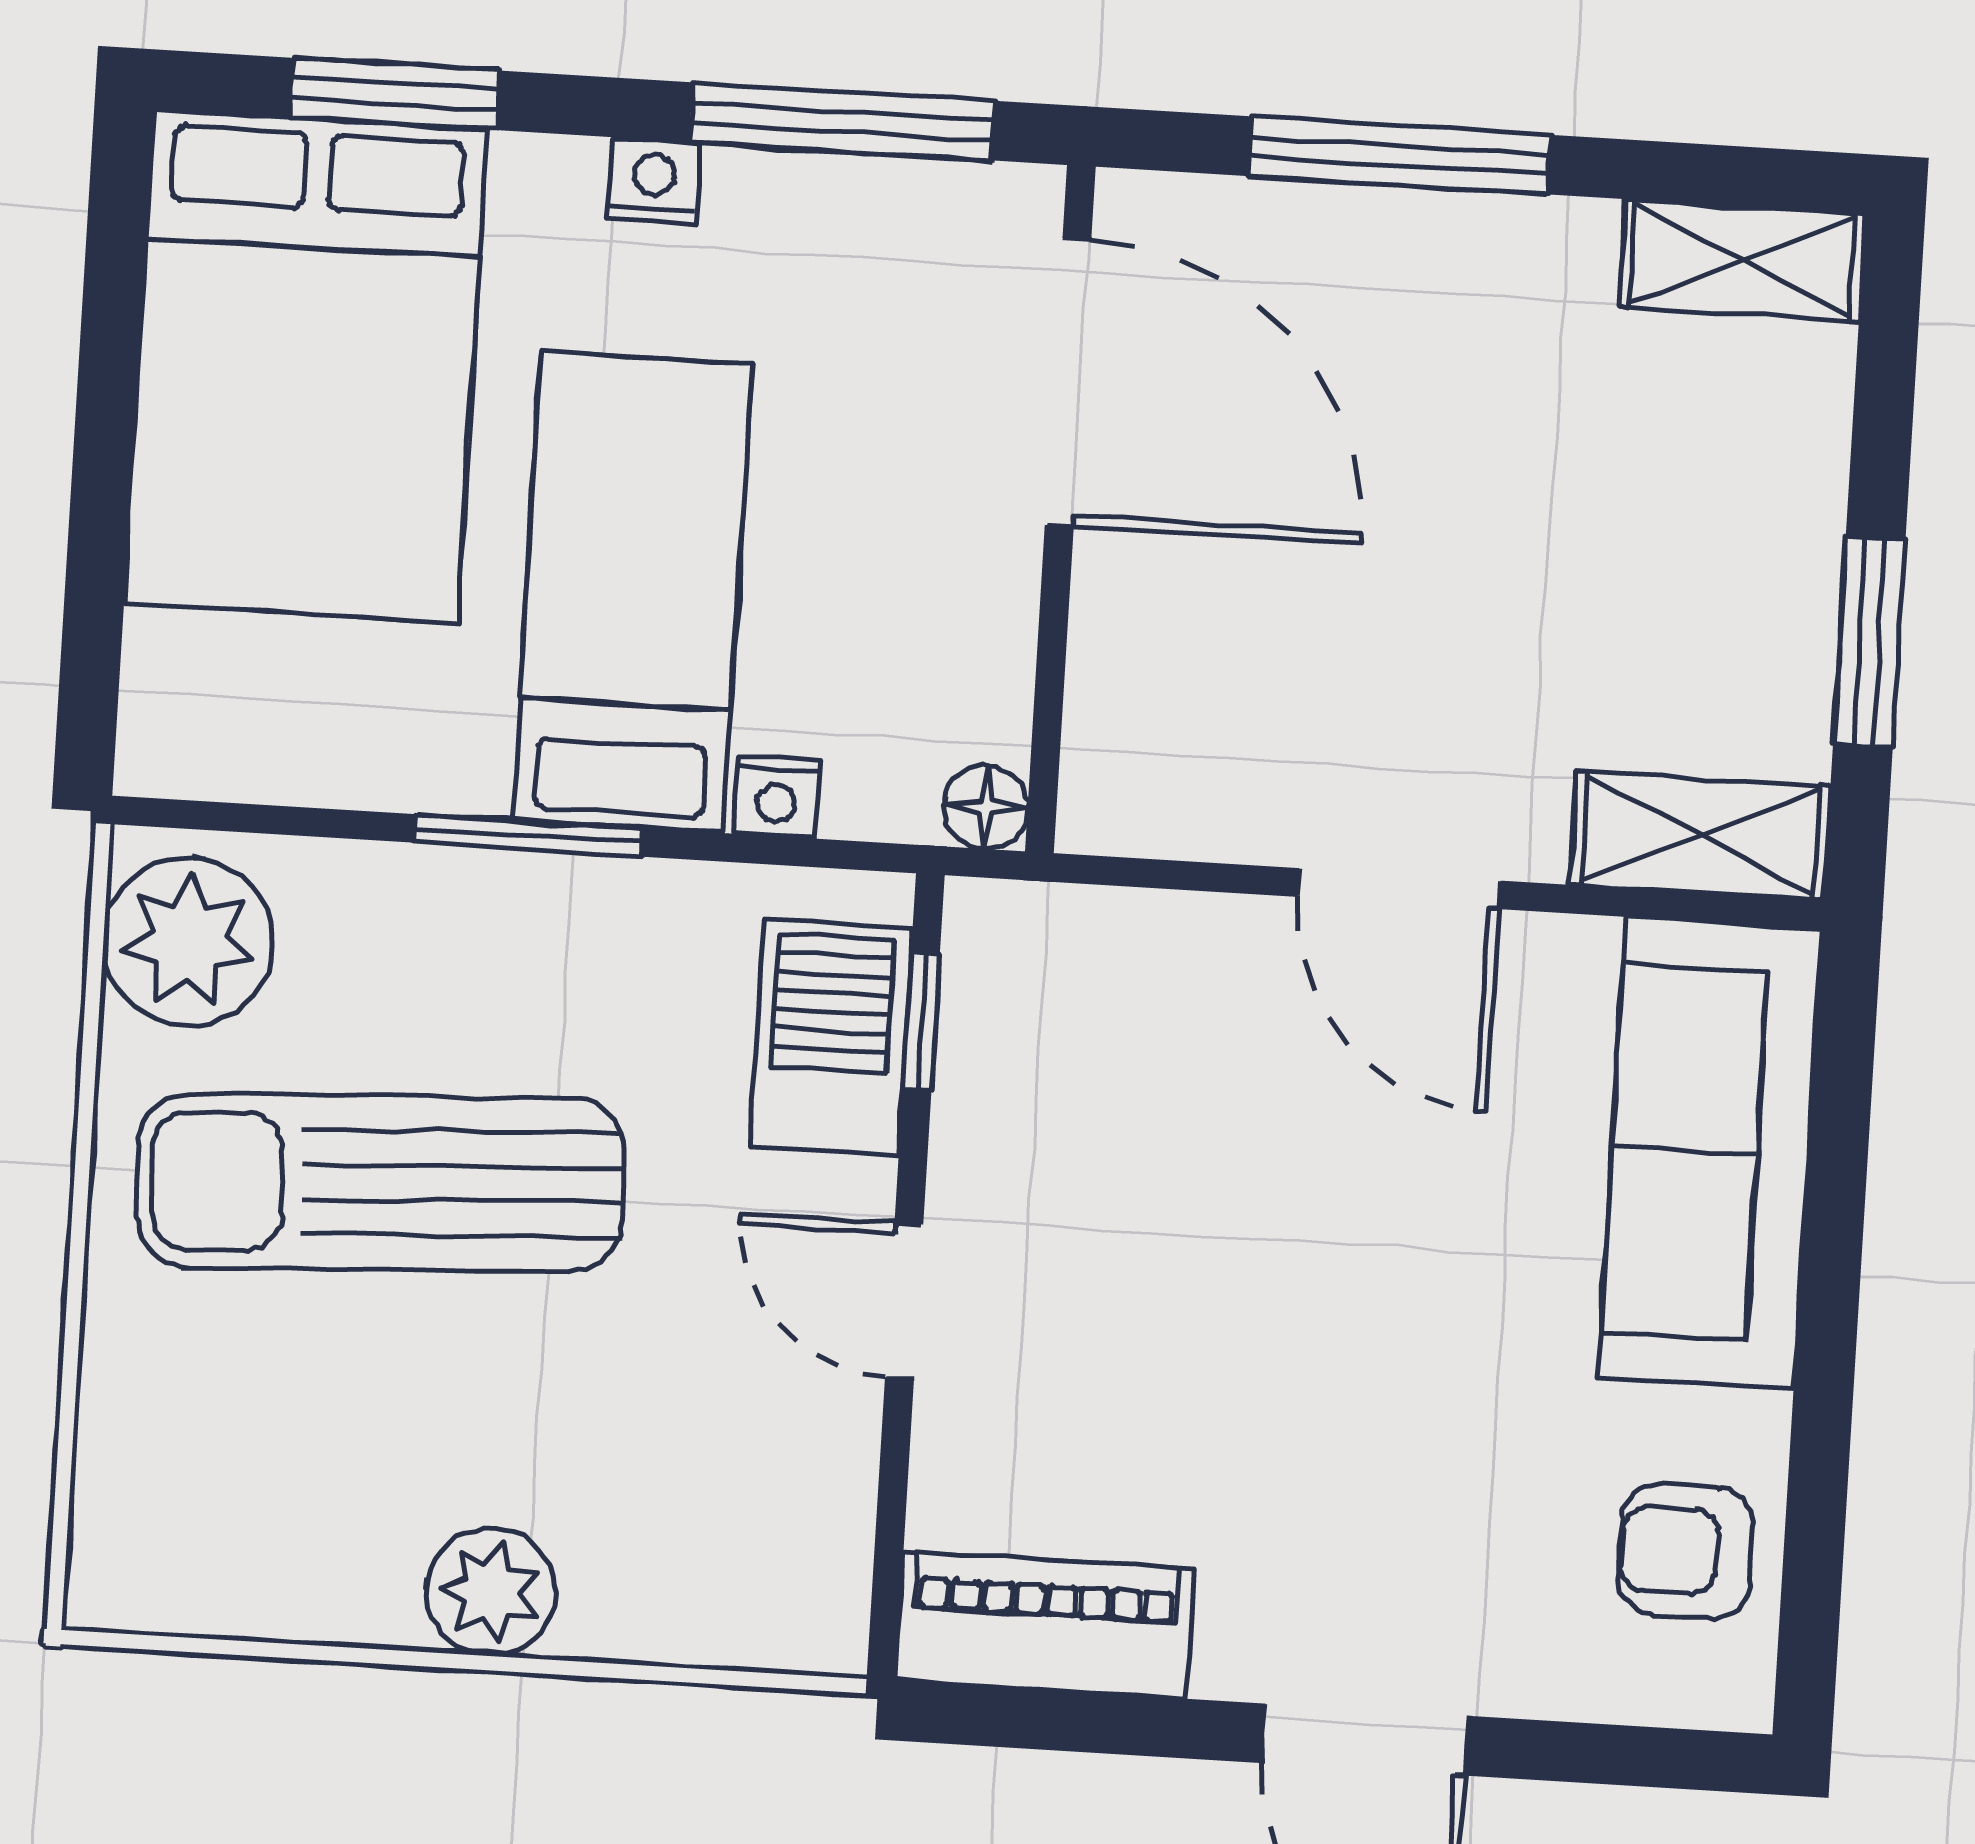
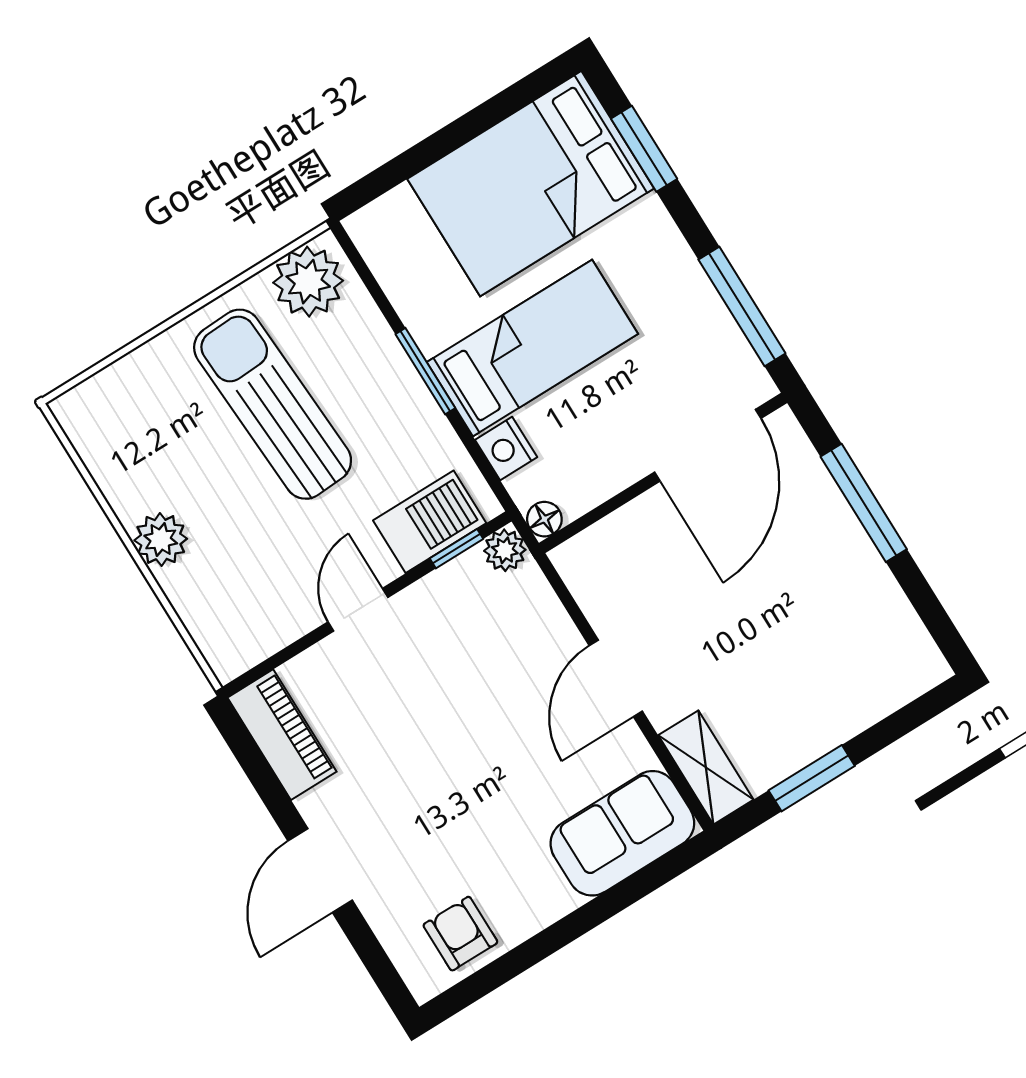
nightstand: (654, 181) -> (677, 257), removed
shelving: (1742, 260) -> (910, 644), removed
nightstand: (776, 797) -> (506, 449), width x1.39, depth x1.35
plant: (992, 929) -> (505, 550), added
sofa: (1710, 1153) -> (622, 833), width x0.73

